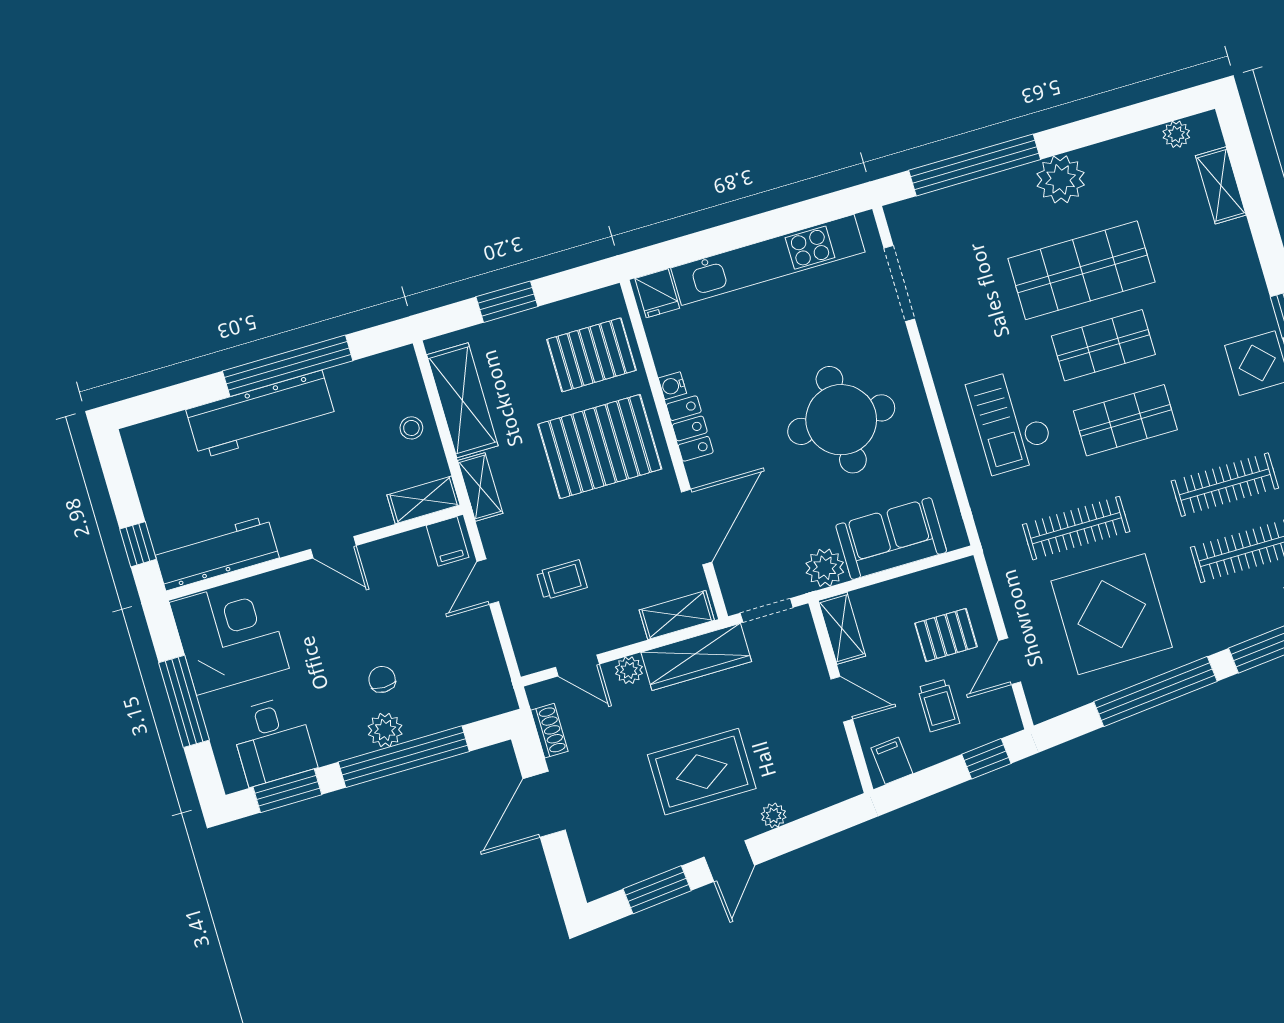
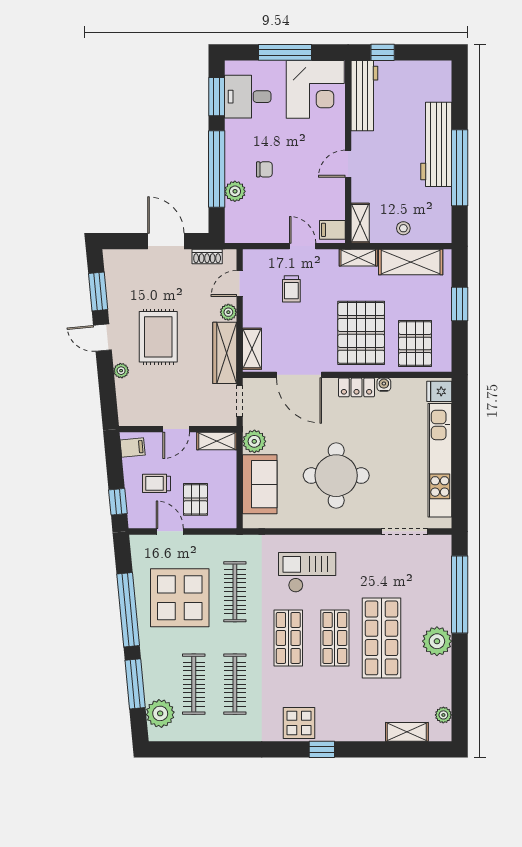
plant: (385, 730) -> (235, 191), moved

